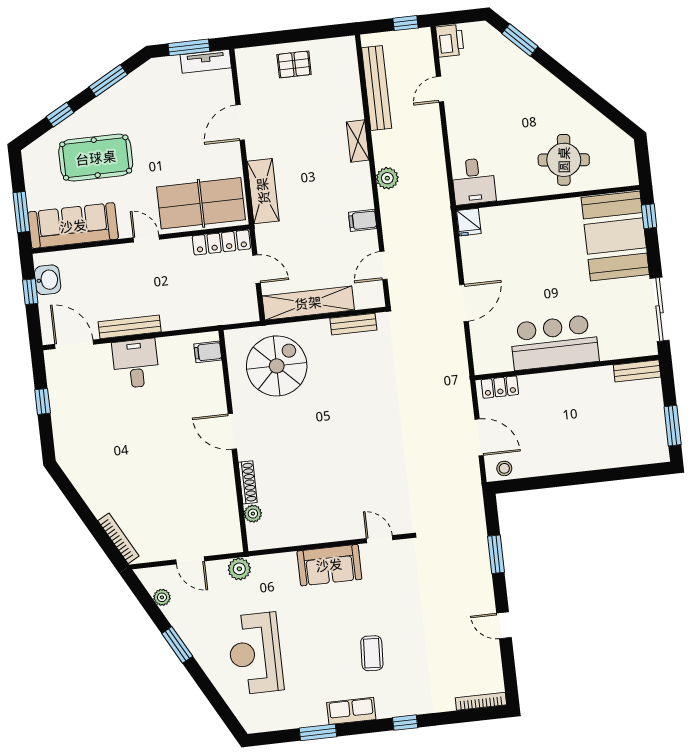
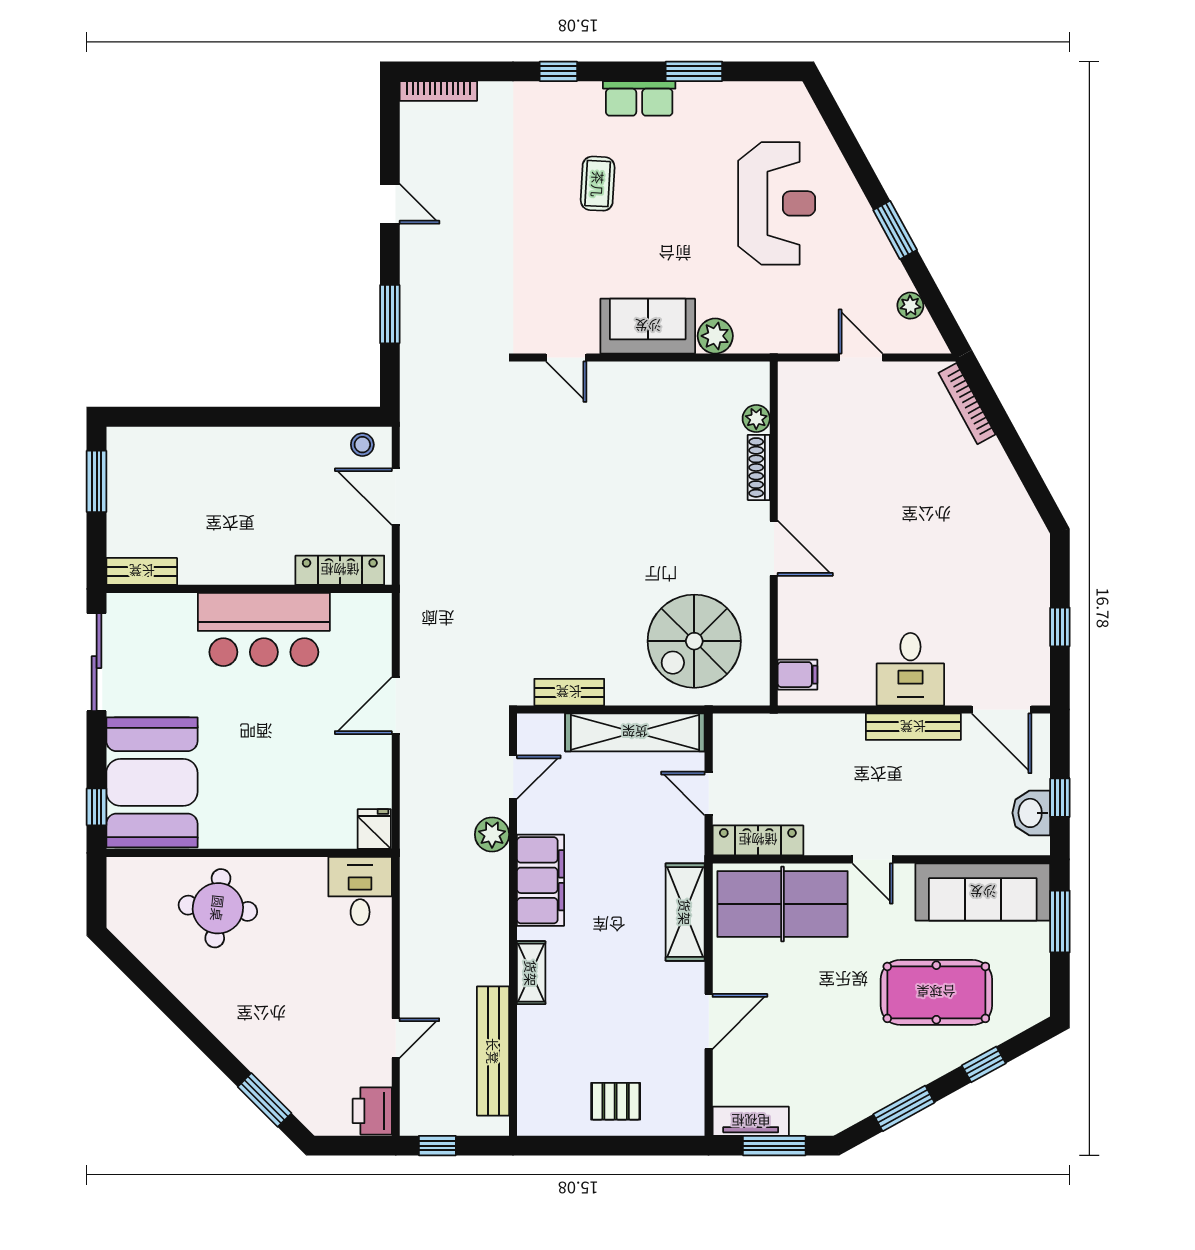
plant: (387, 178) -> (492, 834), moved
filing cabinet: (363, 220) -> (541, 880), width x3.00, depth x1.17
locker: (500, 387) -> (340, 570), width x1.53
plant: (239, 569) -> (715, 336), moved

